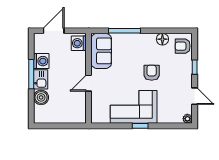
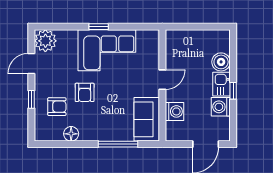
washing machine: (79, 43) -> (175, 111), moved
armchair: (183, 46) -> (57, 107), moved
window: (31, 74) -> (233, 91), width x0.46
door: (195, 96) -> (31, 64), hinge flipped
plant: (187, 119) -> (45, 41), width x1.88, depth x1.88

